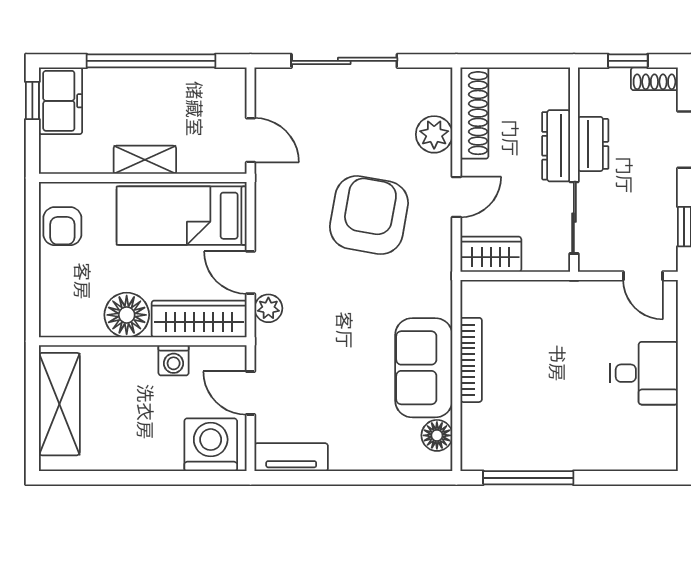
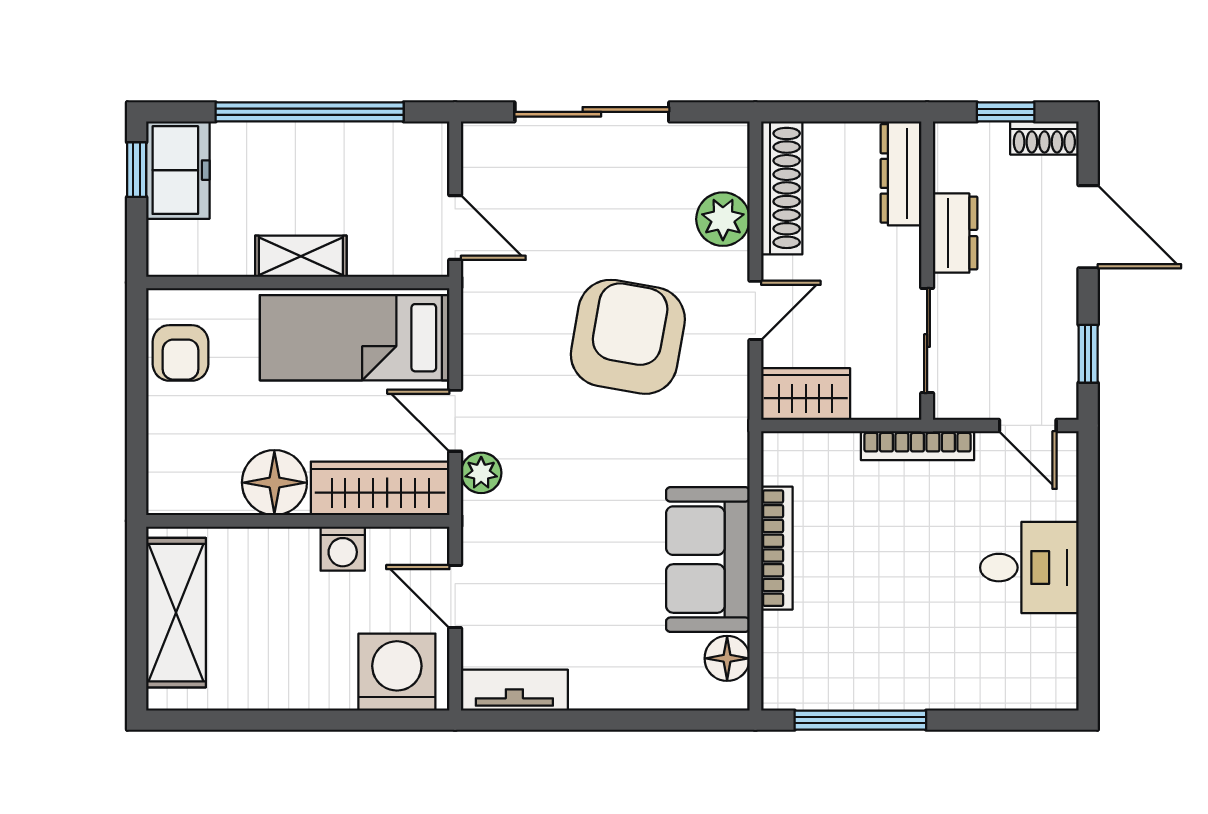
dresser: (556, 146) -> (901, 173), moved
bookcase: (567, 290) -> (917, 446), added

